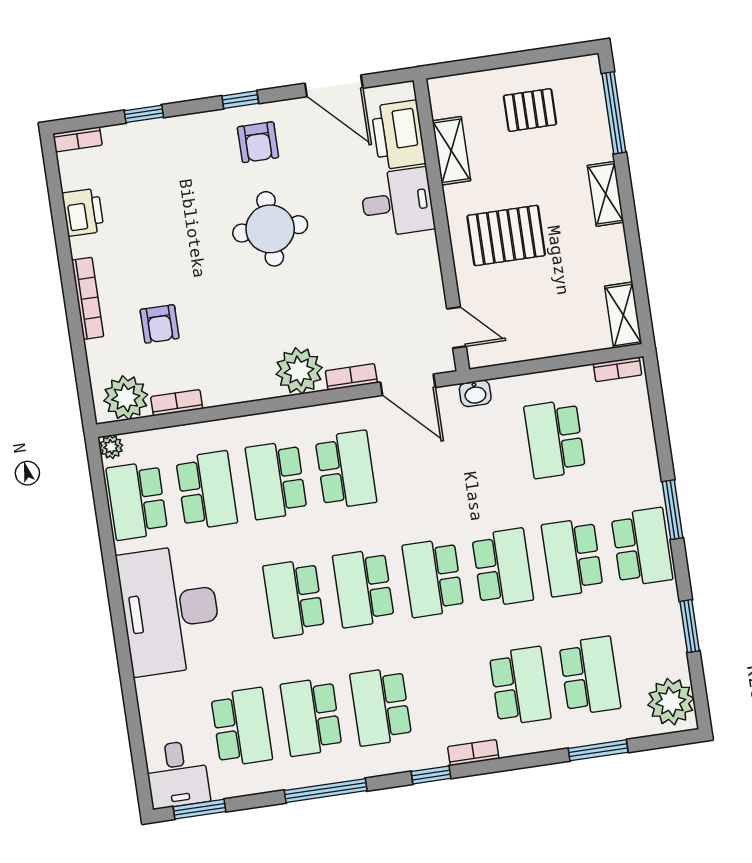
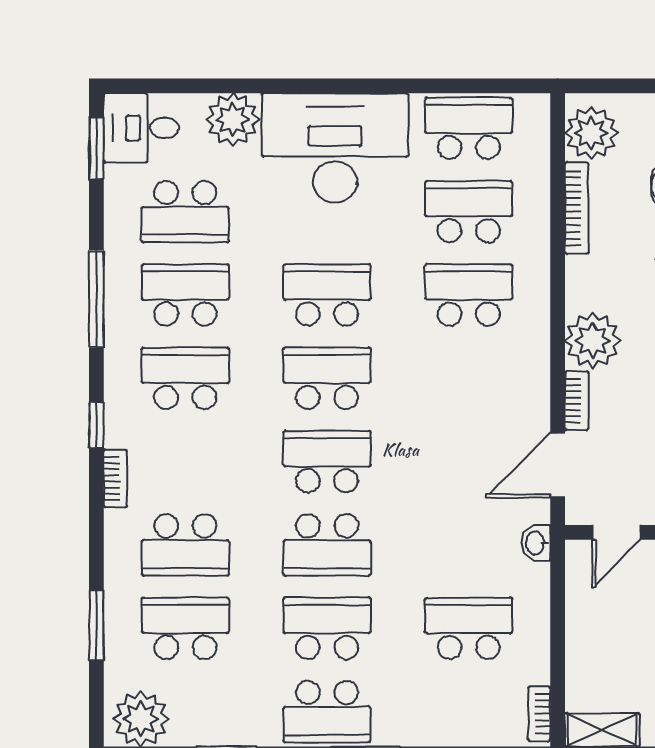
bookcase: (177, 403) -> (577, 208), width x1.56
plant: (111, 447) -> (232, 120), moved, width x1.87, depth x1.87
school desk: (346, 470) -> (469, 378), removed
school desk: (207, 490) -> (469, 212), turned 180
school desk: (590, 676) -> (185, 628), turned 180

